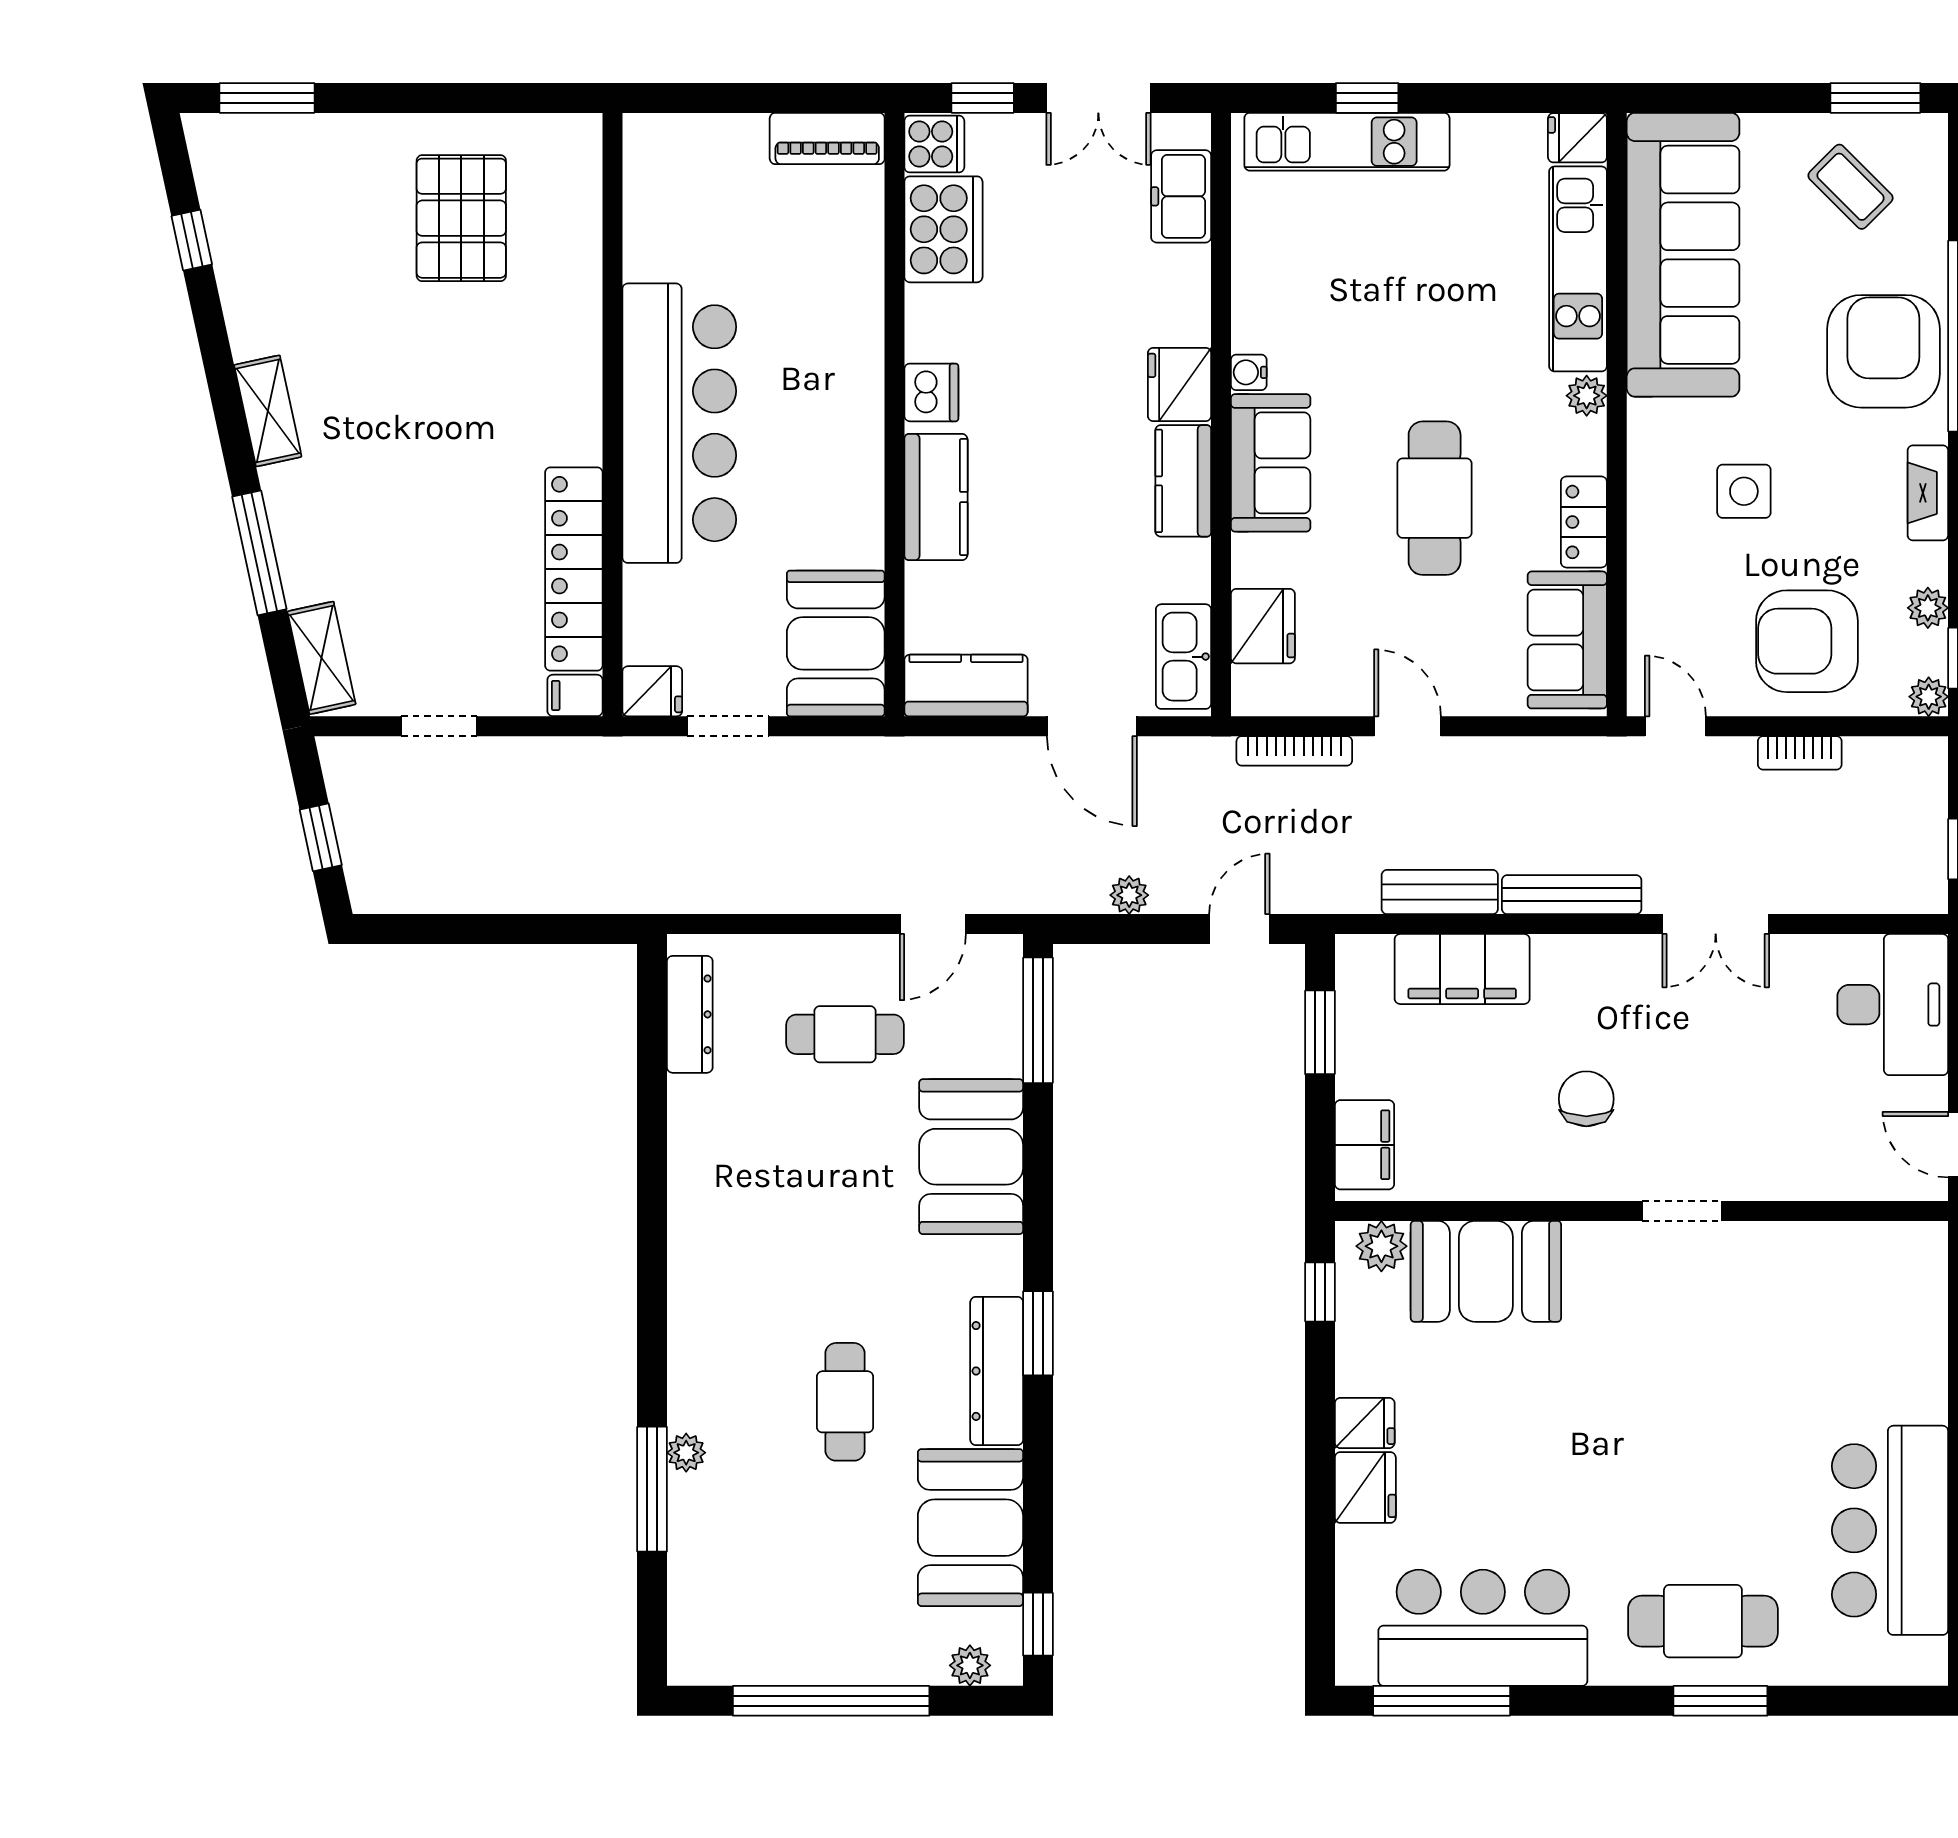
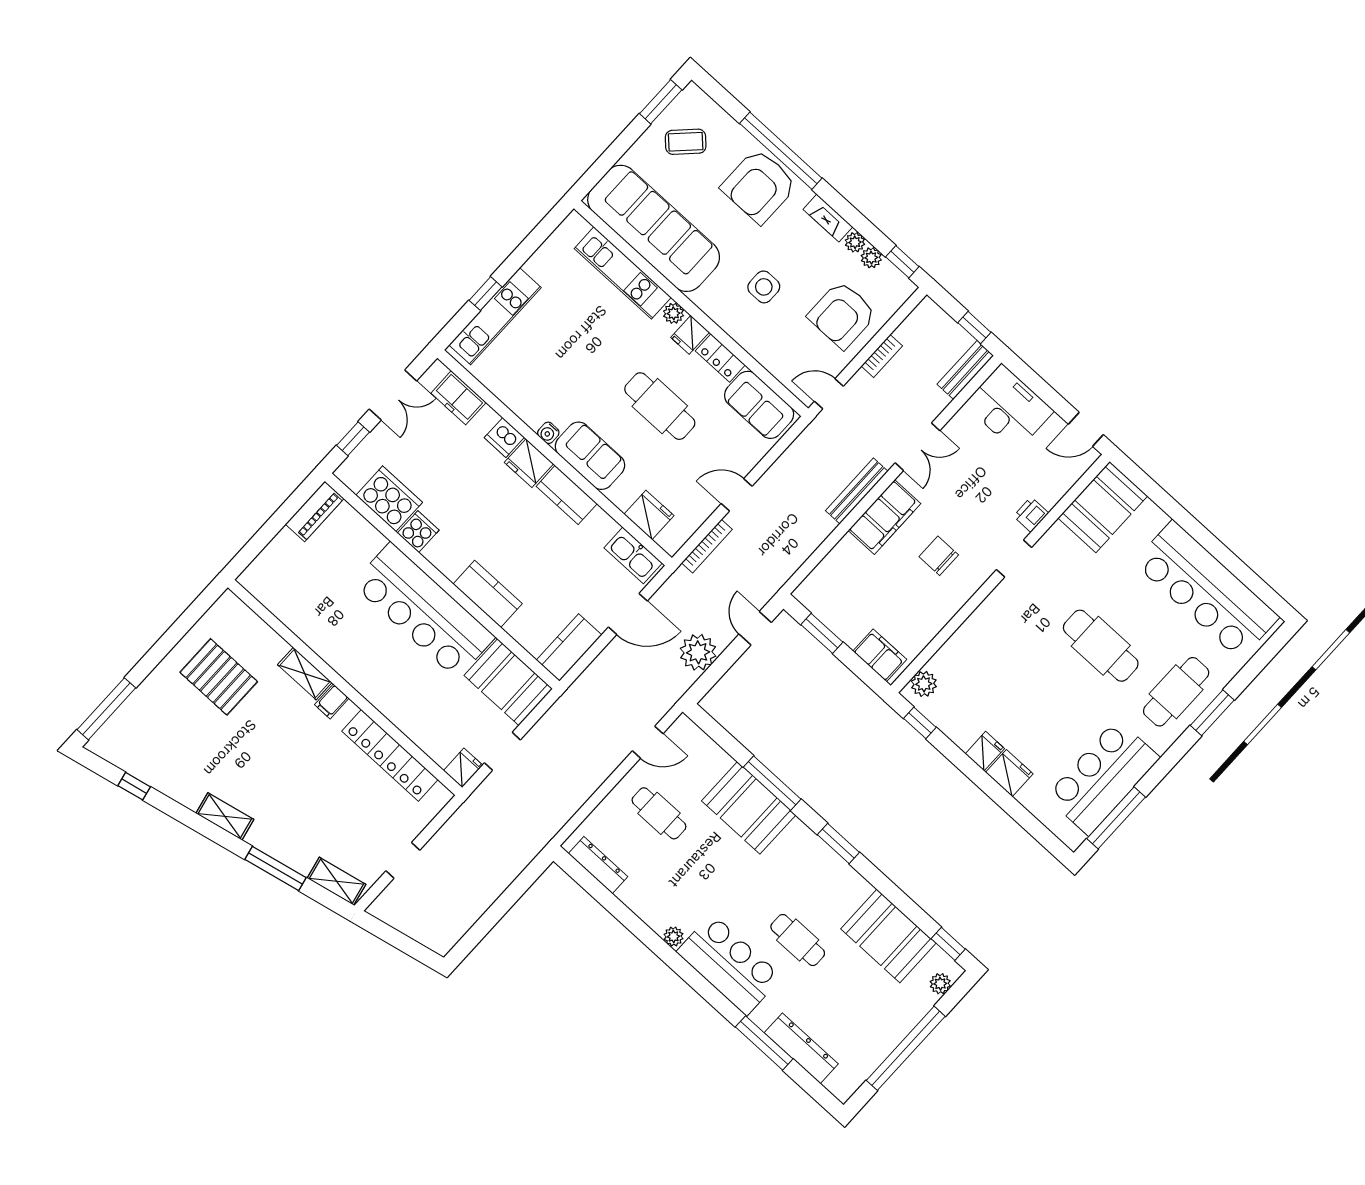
window: (267, 98) -> (106, 709), width x1.44
fridge: (1577, 138) -> (690, 335), moved
cooker: (934, 144) -> (418, 532), moved
shelving: (580, 338) -> (305, 674), added
armchair: (1883, 351) -> (759, 186), turned -90
dishwasher: (931, 392) -> (504, 437), moved, turned 180
bar counter: (679, 423) -> (424, 611), moved, turned 180
filing cabinet: (575, 695) -> (332, 701), moved
plant: (1929, 697) -> (855, 242), moved
window: (321, 837) -> (404, 943), removed
bench: (1440, 892) -> (965, 370), moved
plant: (1129, 895) -> (698, 652), width x1.87, depth x1.87
door: (933, 924) -> (648, 742), hinge flipped
filing cabinet: (1462, 969) -> (884, 517), moved
window: (1038, 1020) -> (772, 783), moved
cafe table: (845, 1034) -> (659, 813), turned 90
printer: (1767, 1177) -> (1031, 515), added
booth: (1486, 1271) -> (1103, 507), moved
bar counter: (719, 1335) -> (729, 965), added
dresser: (997, 1371) -> (801, 1048), moved, turned 180
cafe table: (1670, 1451) -> (1101, 646), added
plant: (686, 1453) -> (673, 937), moved
bar counter: (1890, 1530) -> (1206, 590), width x1.36

